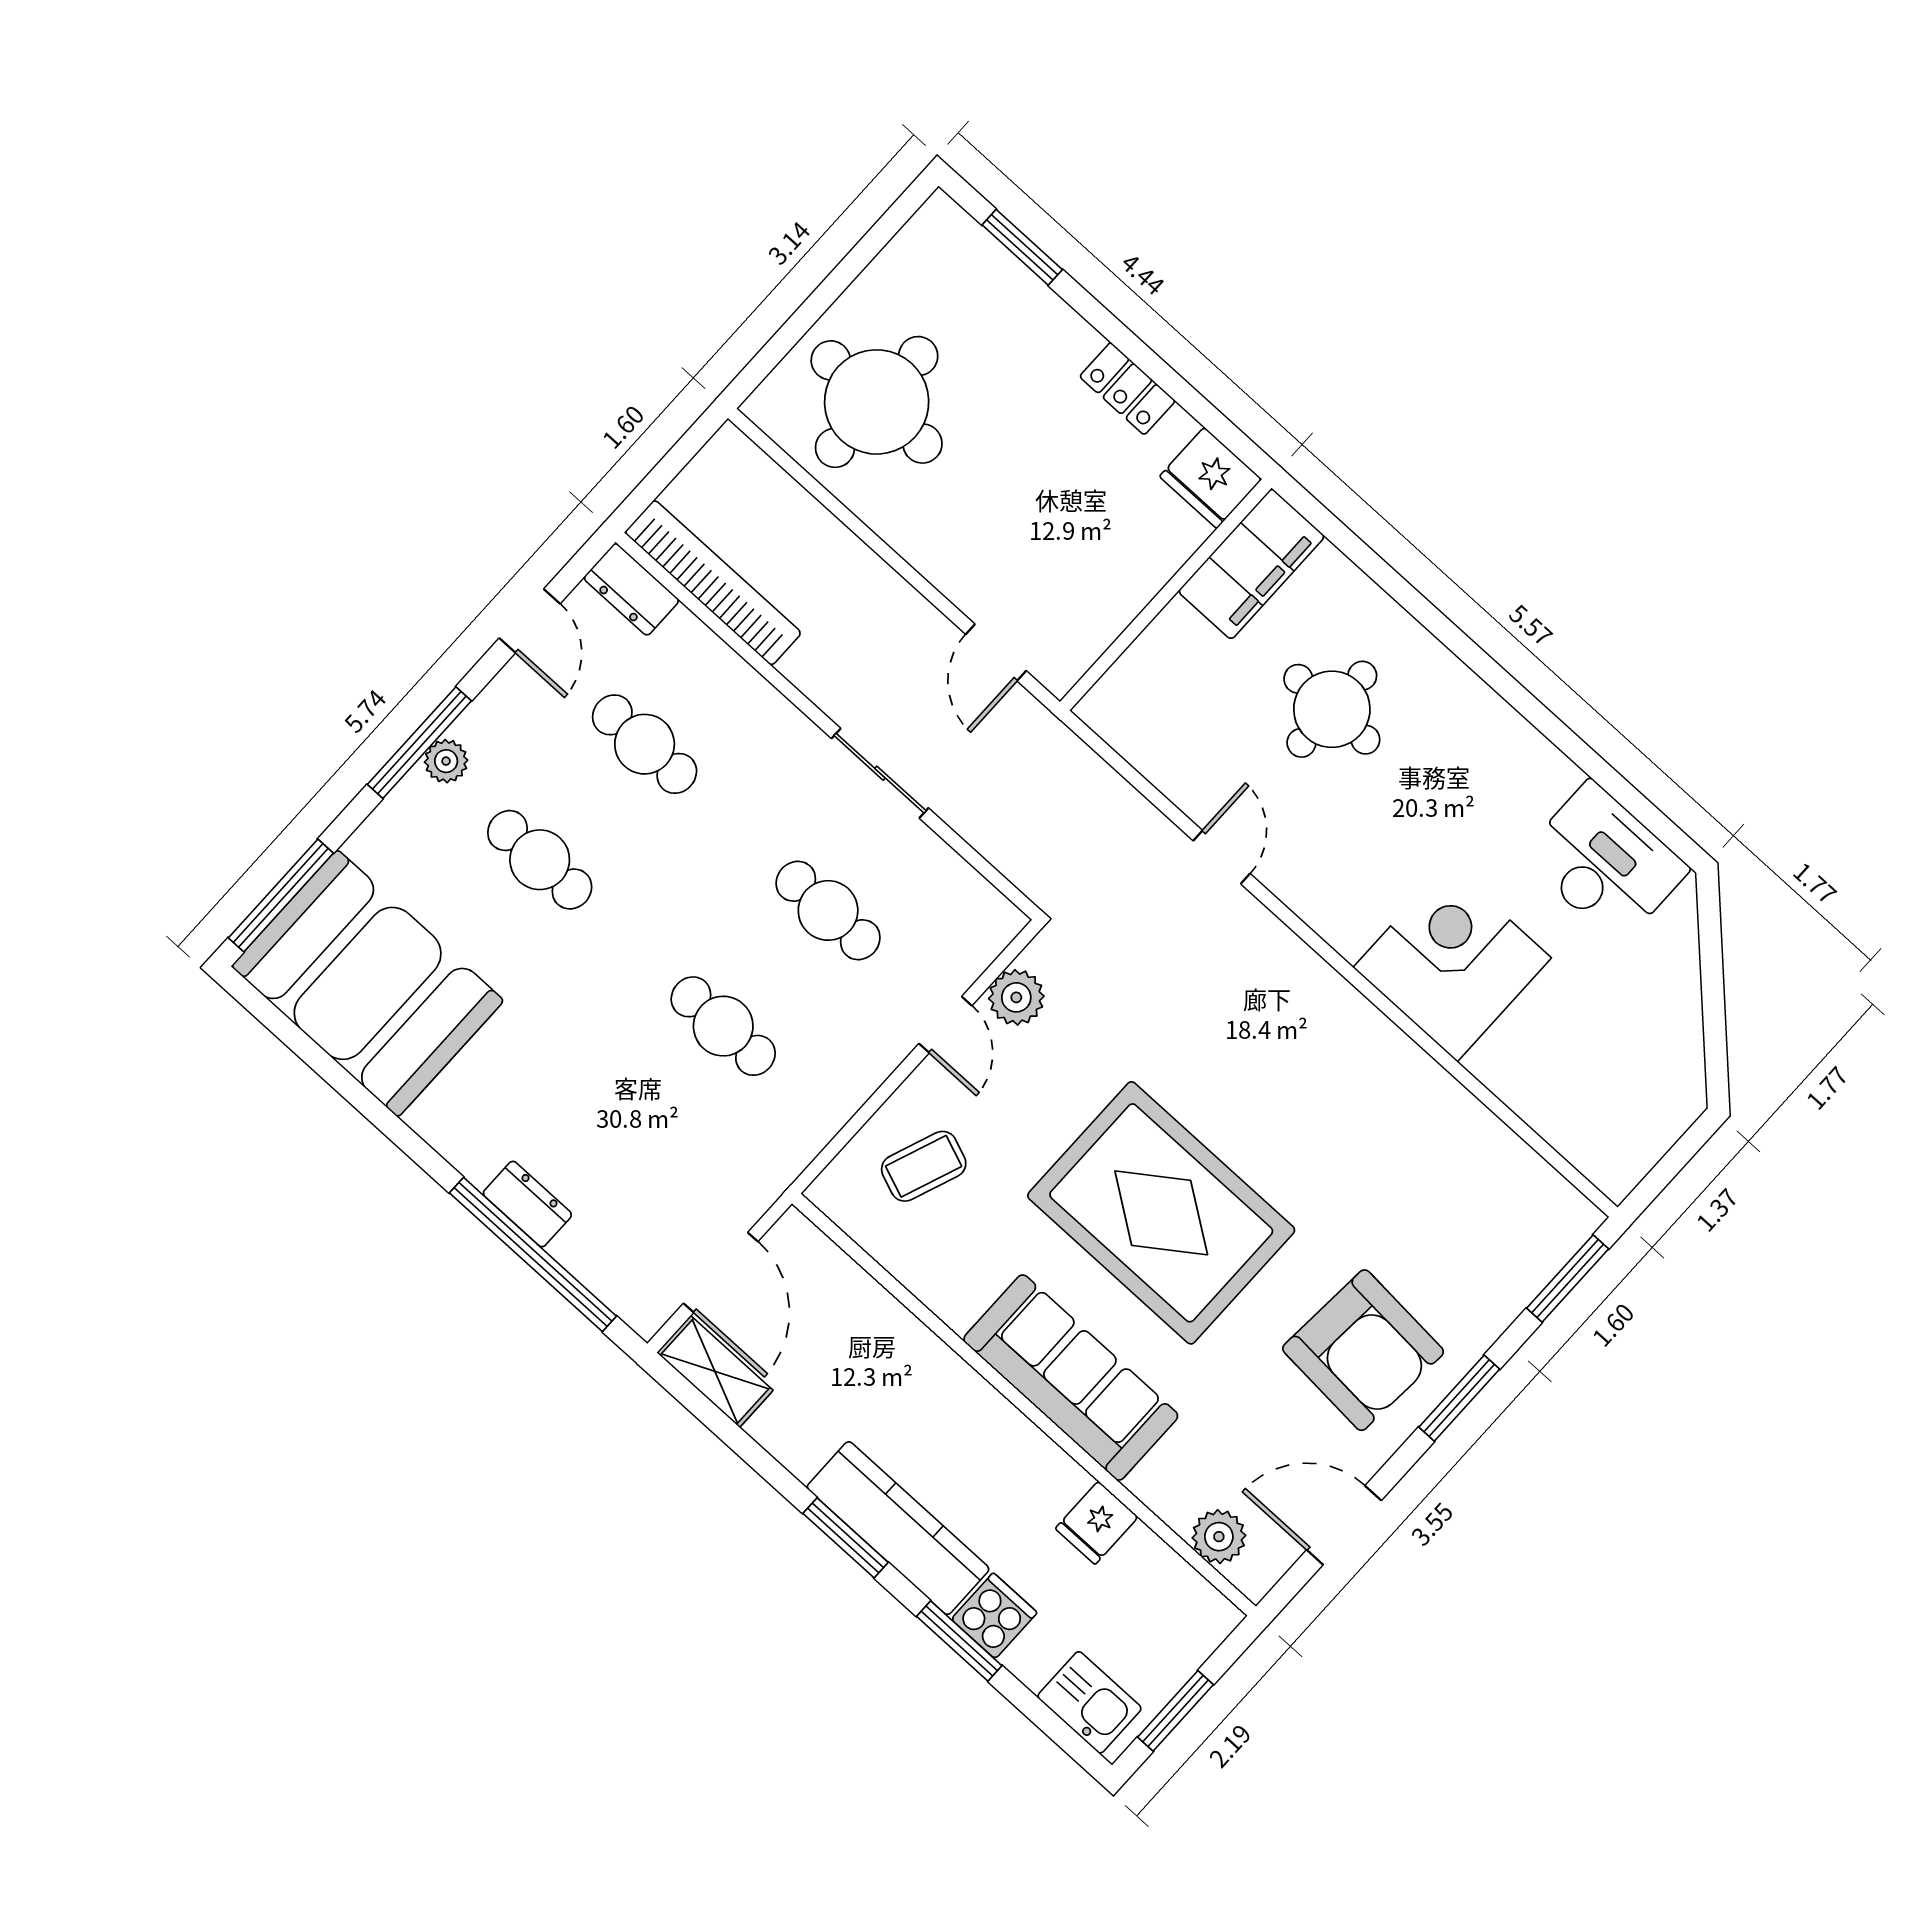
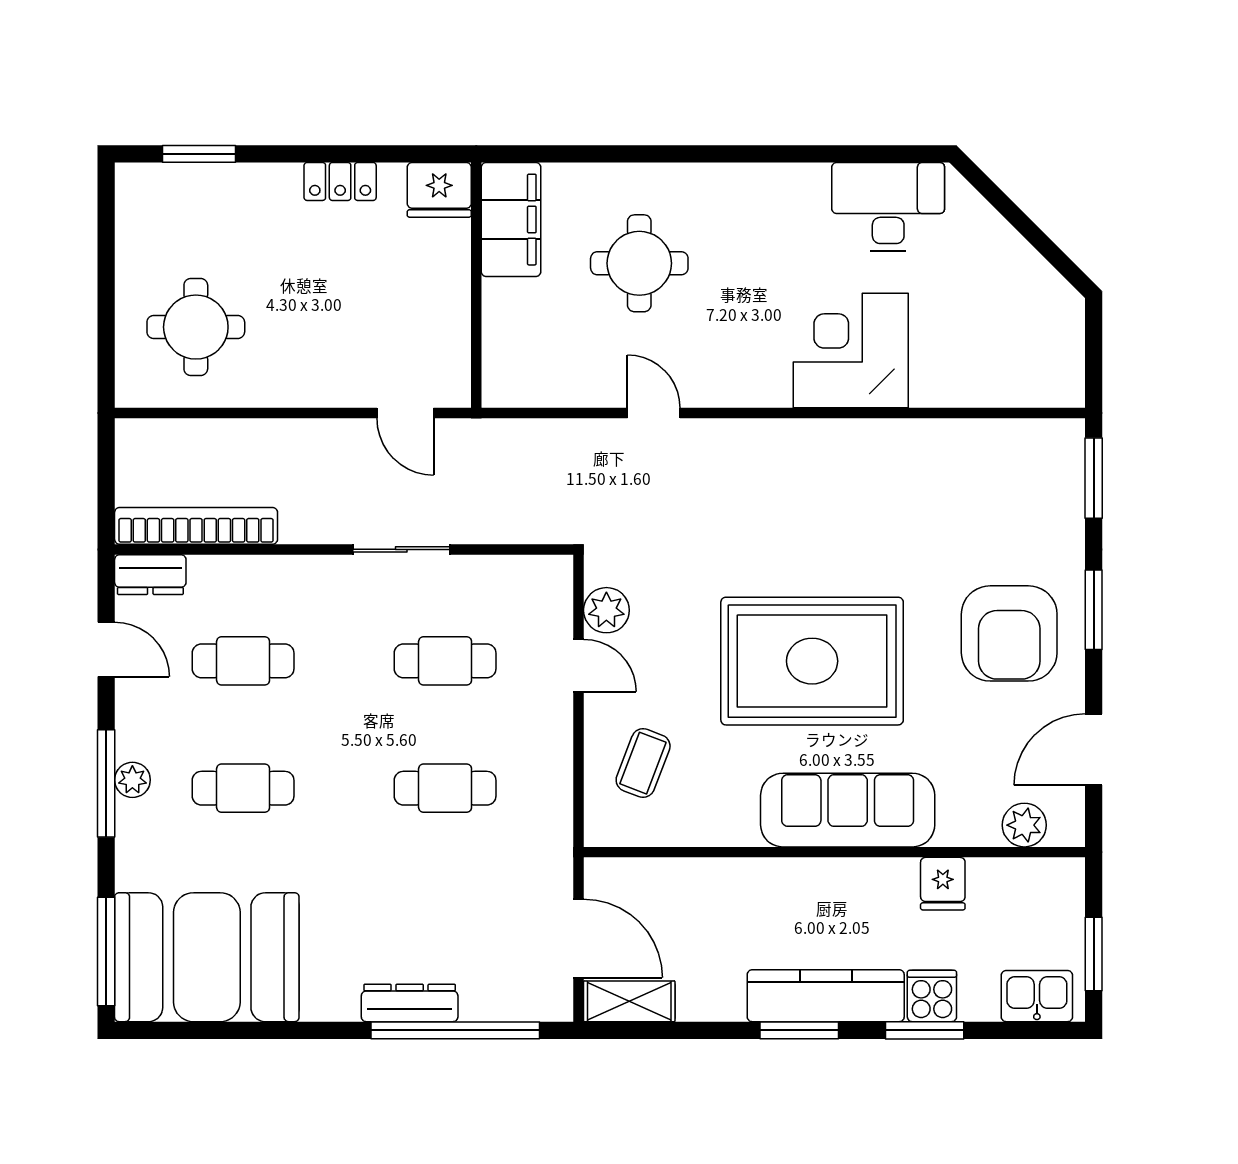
round table: (877, 402) -> (196, 327), width x0.73, depth x0.73
dresser: (527, 1204) -> (410, 1003), width x1.44
armchair: (1363, 1350) -> (1009, 633), turned 86

